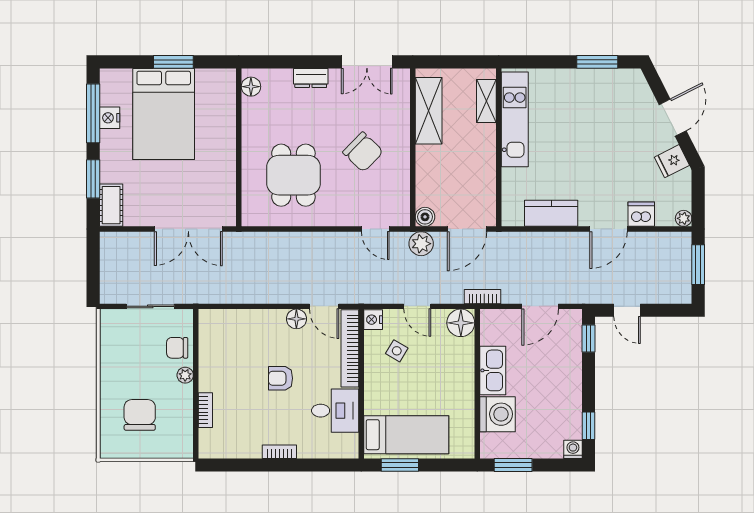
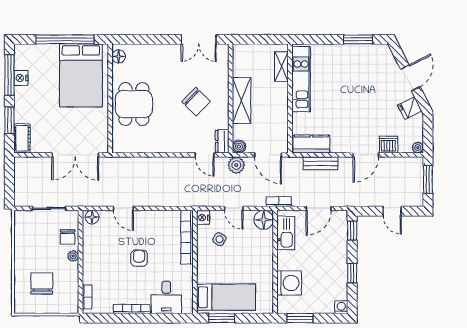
window: (173, 62) -> (65, 39), width x2.11
dresser: (311, 78) -> (222, 141), moved, turned 90
shelving: (429, 111) -> (242, 100), moved
bed: (164, 114) -> (81, 75), moved
dining table: (293, 175) -> (134, 104), moved
kitchen counter: (551, 213) -> (311, 144), moved
door: (467, 229) -> (268, 155), hinge flipped
bench: (543, 241) -> (320, 163), added
door: (324, 306) -> (123, 208), moved
door: (627, 310) -> (392, 211), moved
floor lamp: (296, 319) -> (92, 217), moved
chair: (177, 348) -> (68, 237), turned -90
kitchen sink: (493, 370) -> (286, 233), moved
armchair: (281, 378) -> (139, 258), turned 90
bookcase: (205, 410) -> (87, 297), moved
desk: (335, 411) -> (166, 297), moved, turned 90
window: (589, 426) -> (352, 273), moved
bookcase: (279, 452) -> (132, 309), width x1.56

